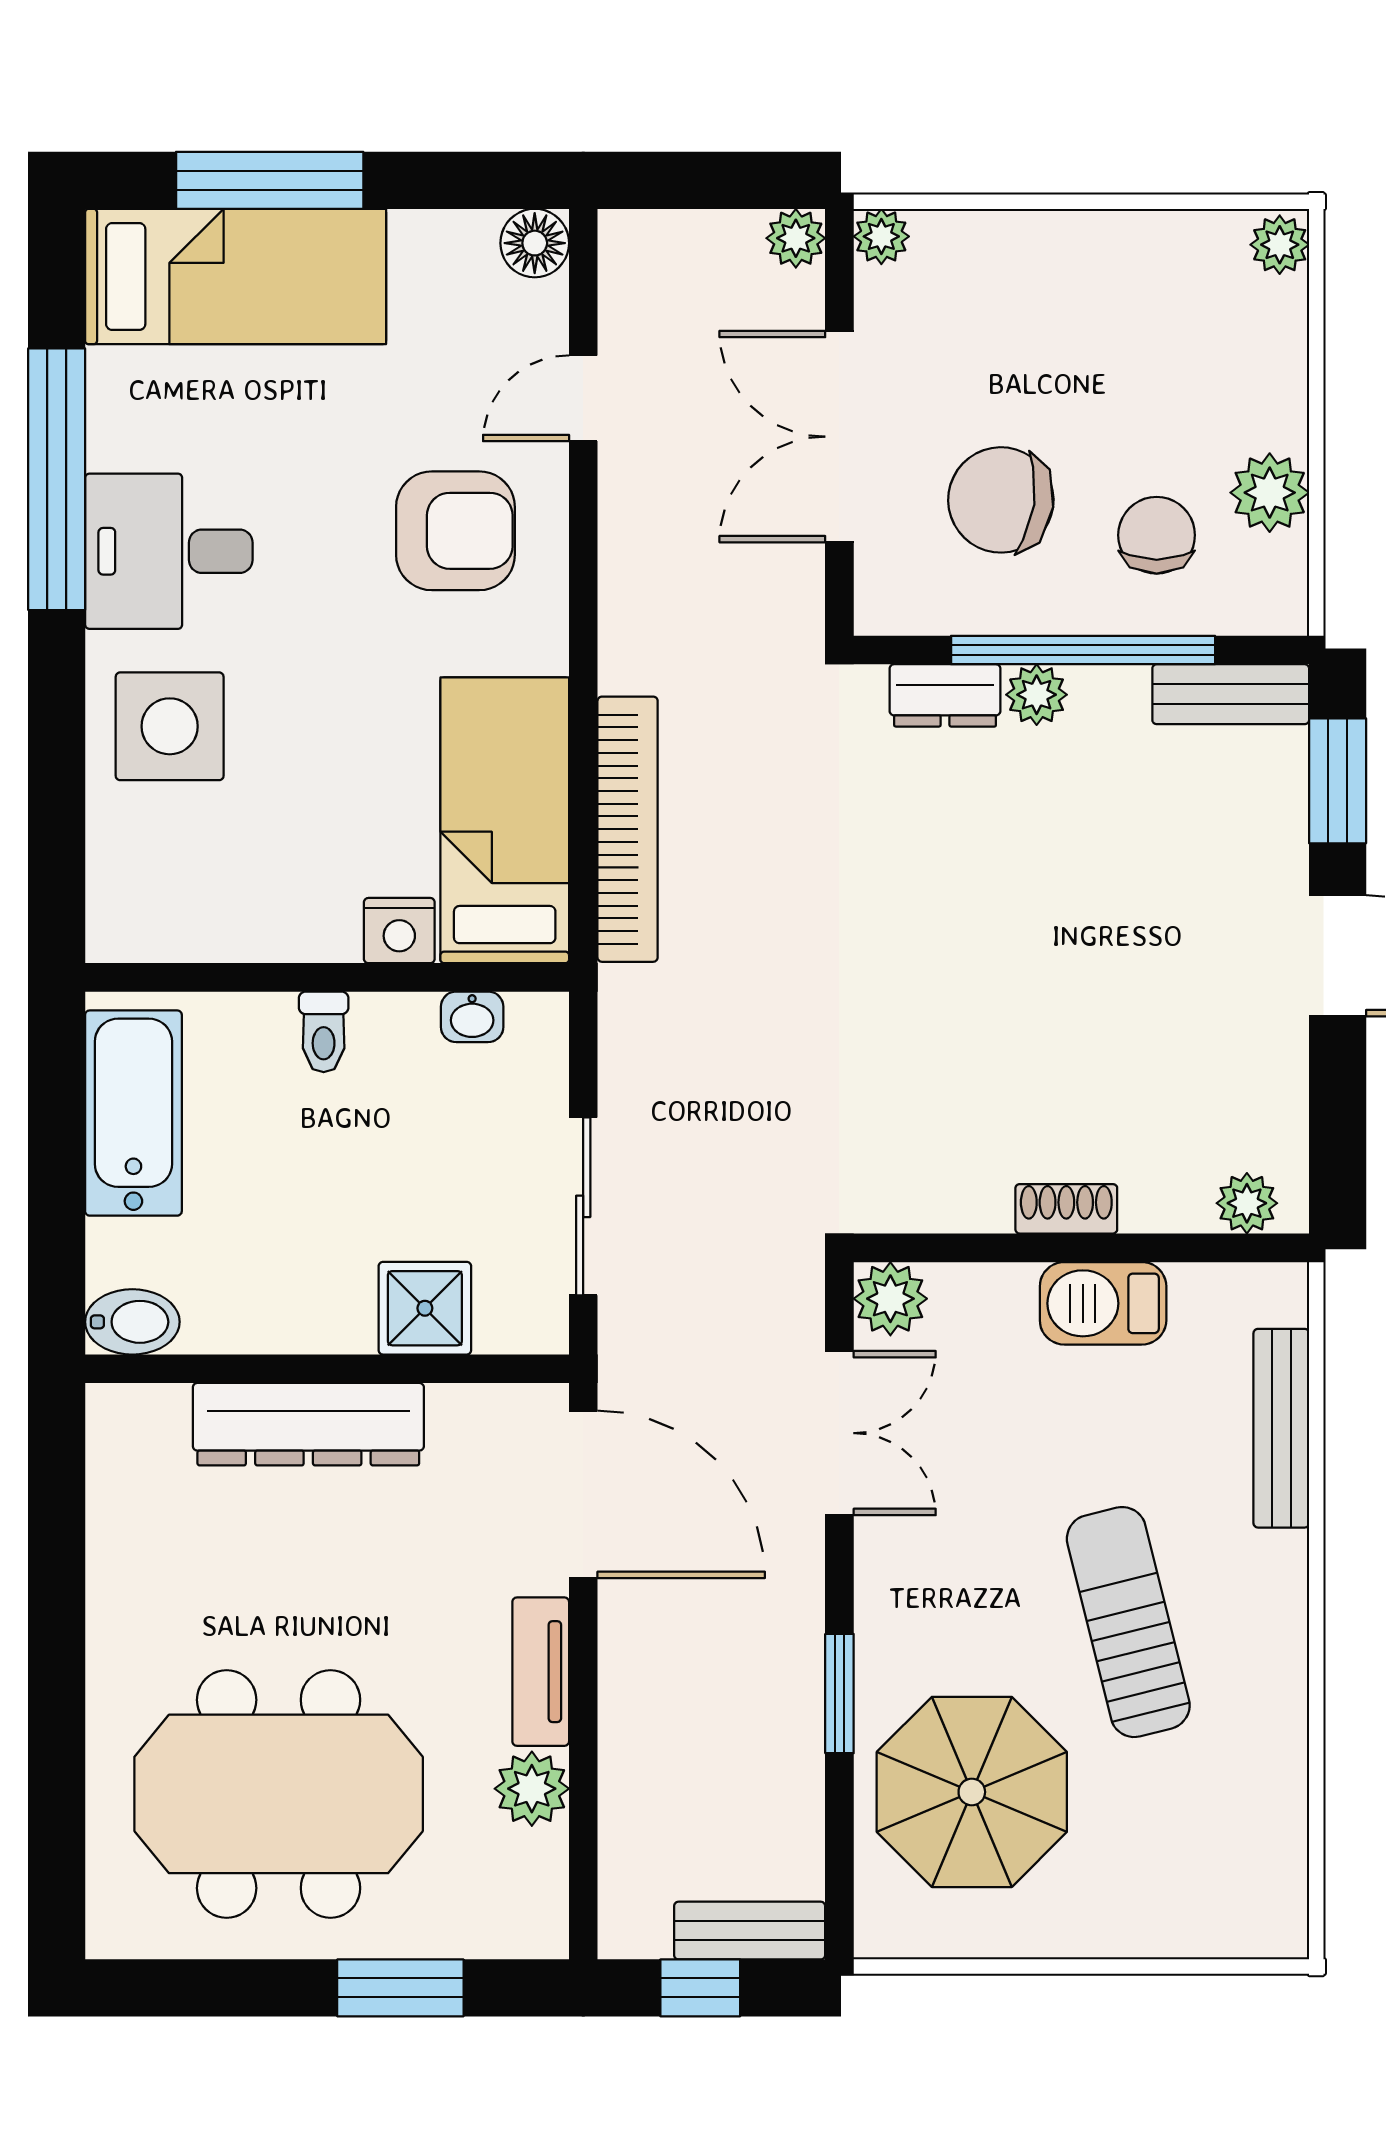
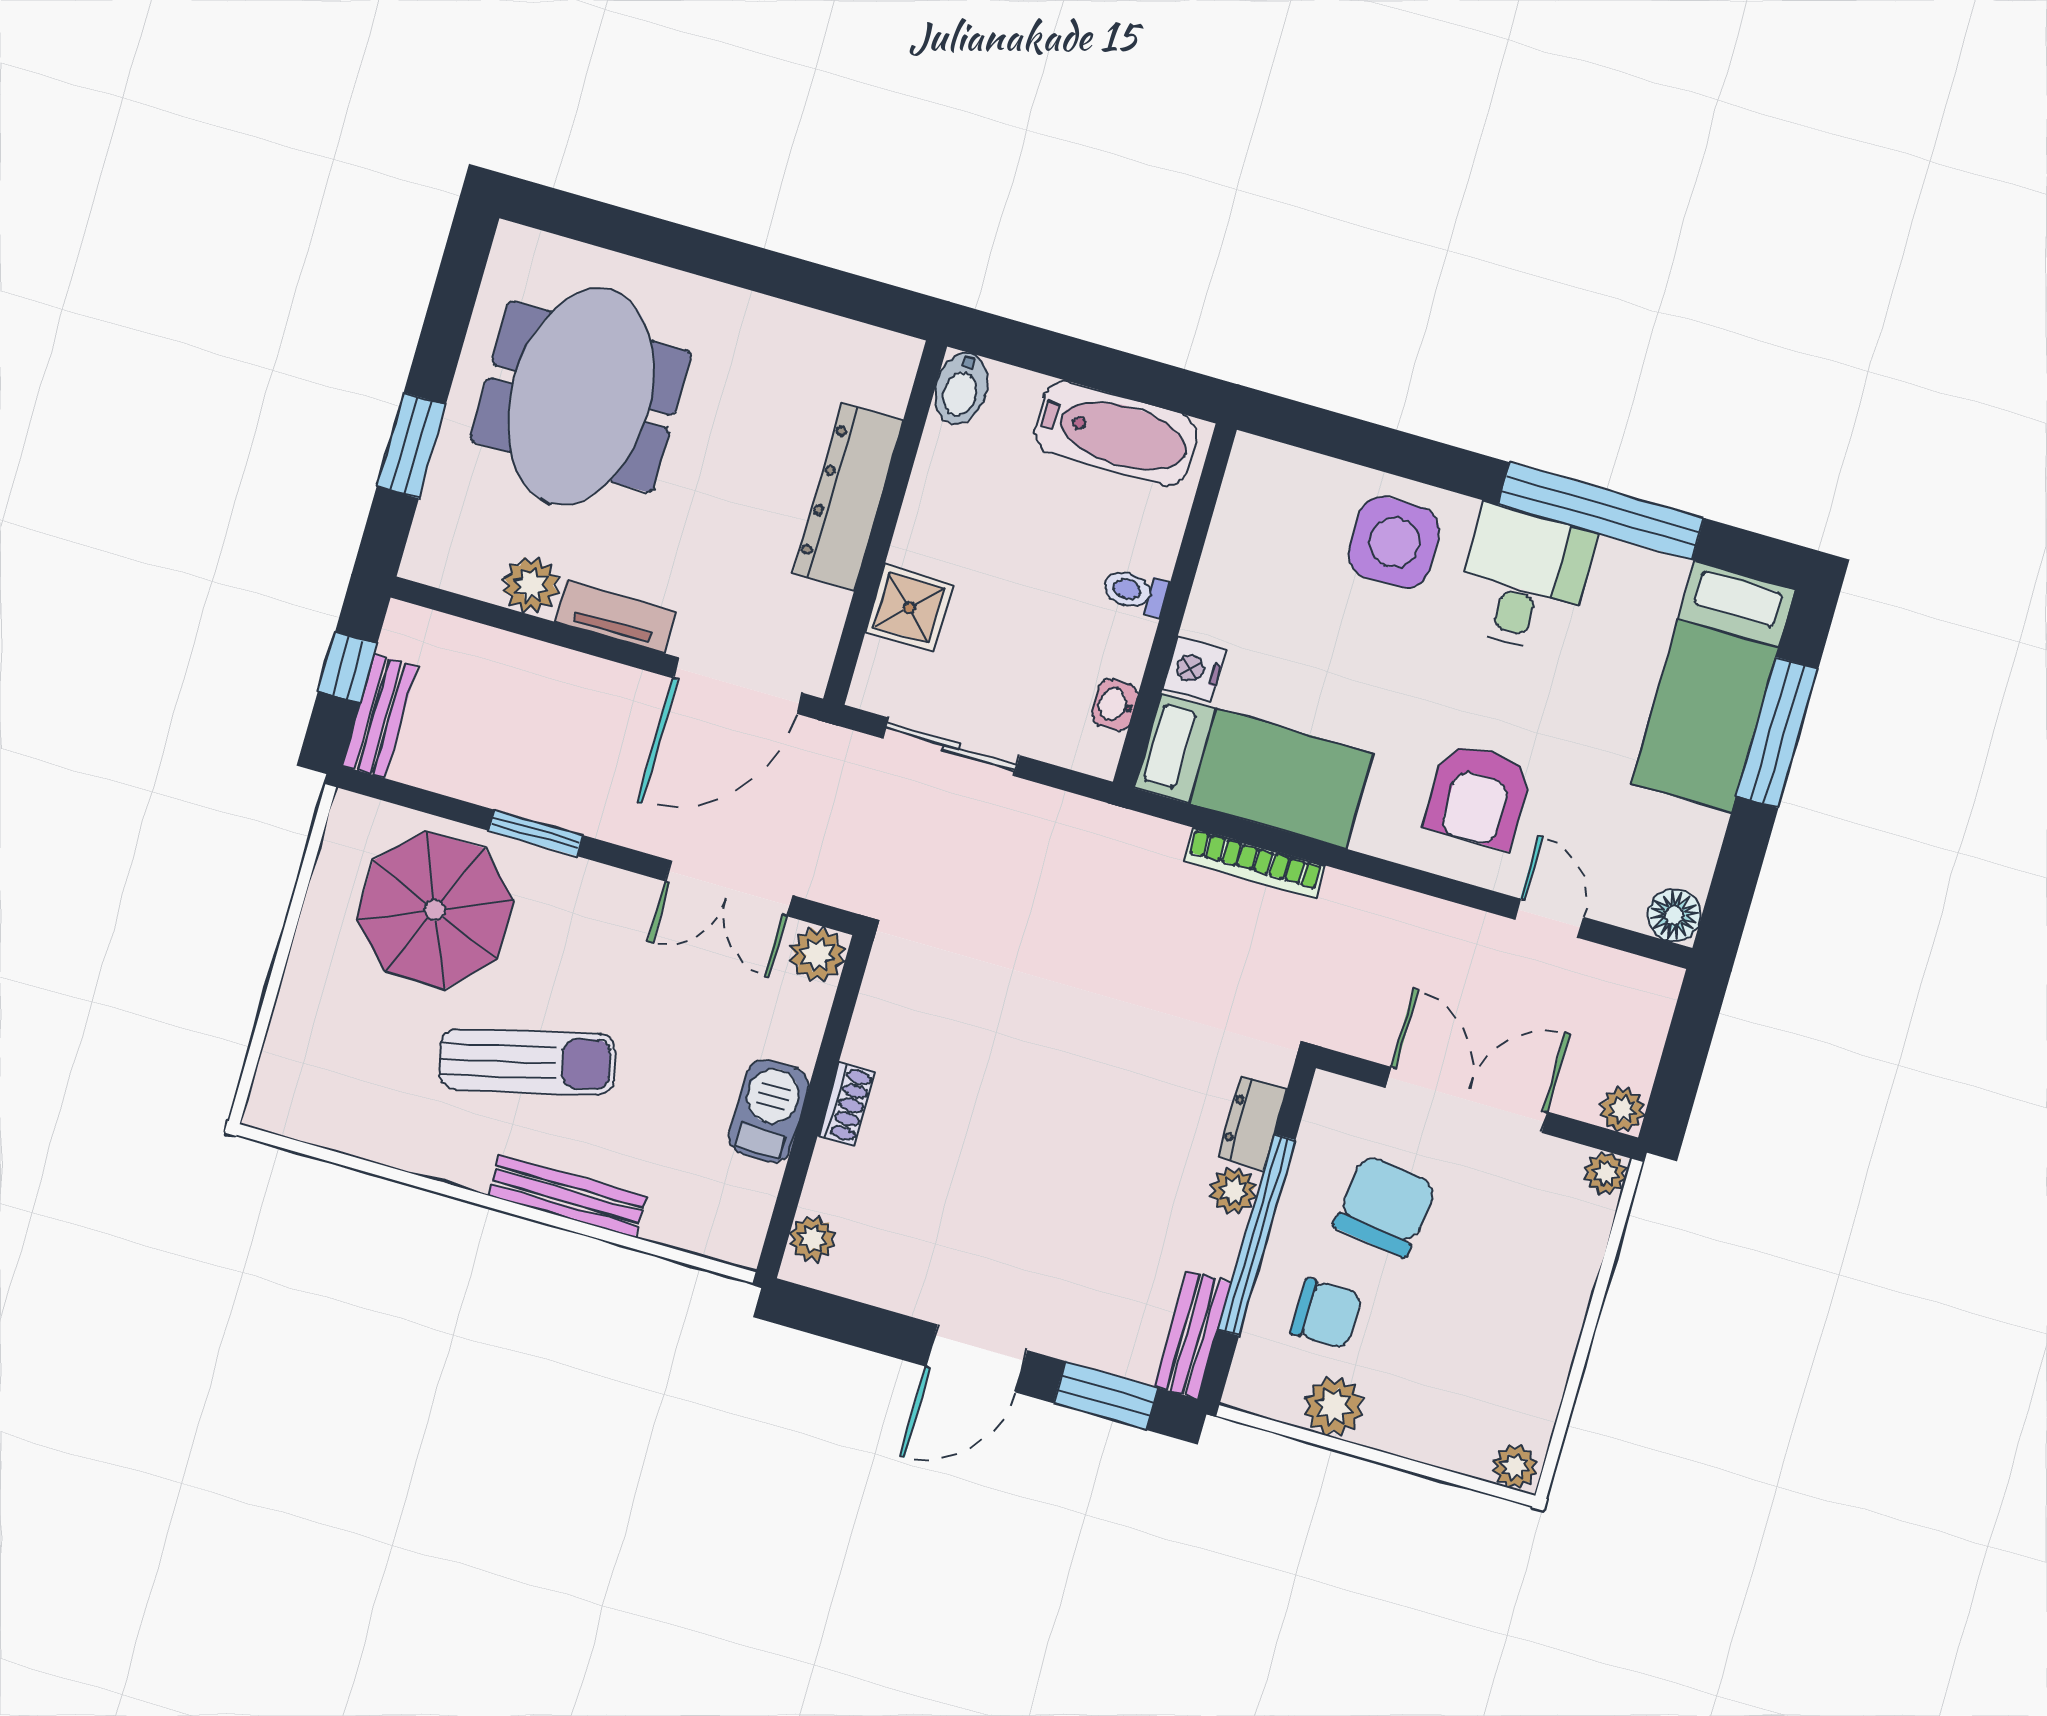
bookcase: (628, 829) -> (1254, 863), width x0.68, depth x0.76
bench: (1281, 1428) -> (567, 1196), moved

